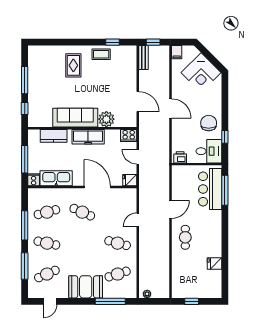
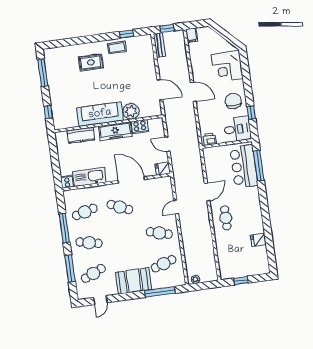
rug: (73, 65) -> (91, 62), turned 90
corner desk: (201, 73) -> (227, 66), moved, turned 45
window: (25, 80) -> (43, 73), moved
cooker: (129, 136) -> (140, 127), moved
window: (25, 159) -> (55, 162), removed

